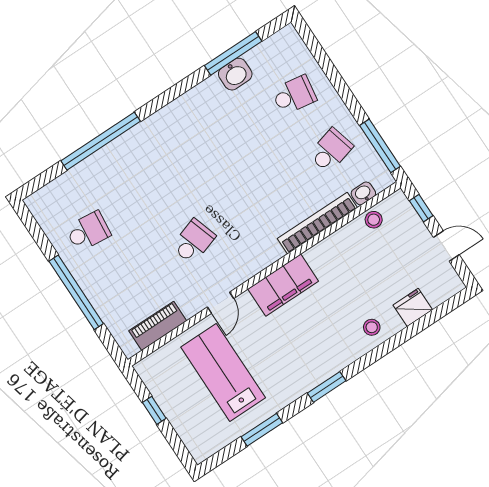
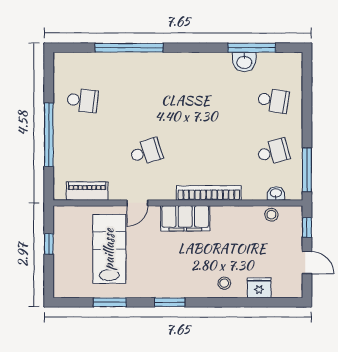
bookcase: (317, 223) -> (209, 193), moved

